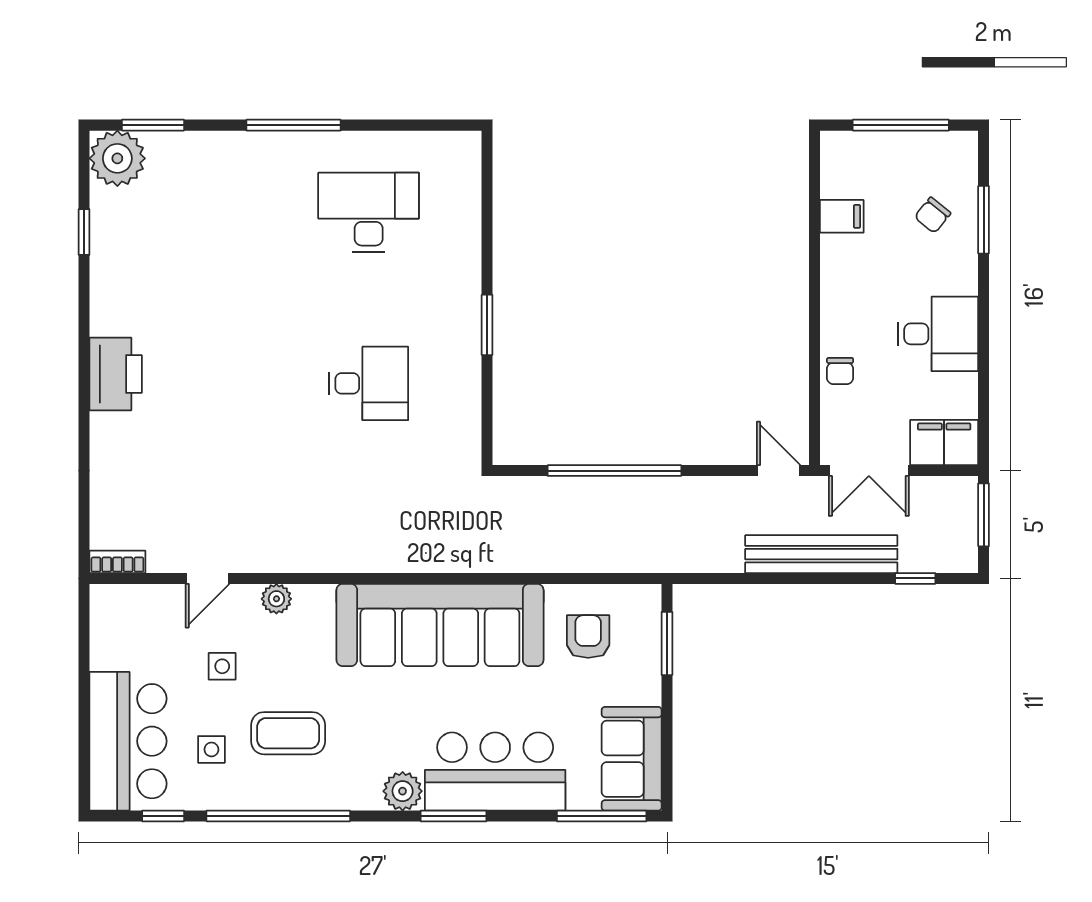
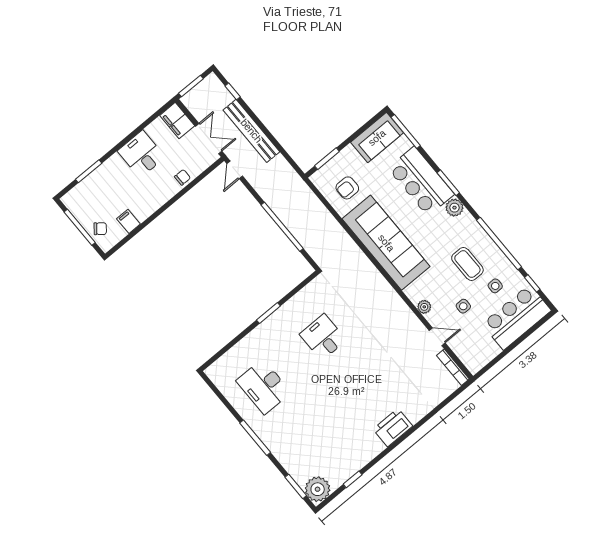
chair: (933, 215) -> (100, 229), moved
bookcase: (117, 562) -> (453, 367), width x1.56

